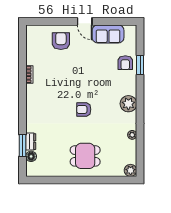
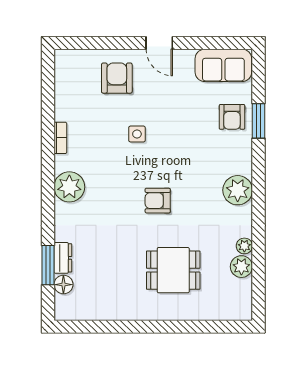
sofa: (108, 34) -> (223, 65), moved
side table: (72, 72) -> (137, 134), added
plant: (34, 102) -> (69, 187), added
dining table: (85, 156) -> (173, 270), moved
plant: (131, 170) -> (241, 267), moved

